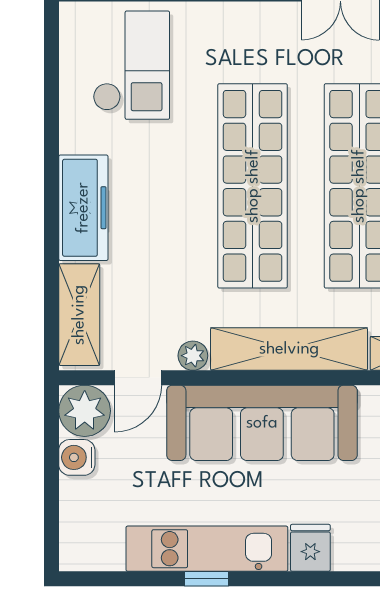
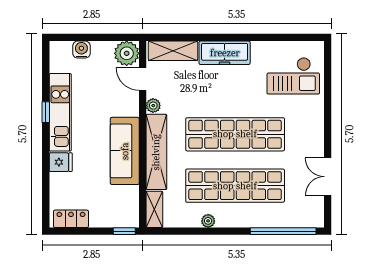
sofa: (262, 423) -> (125, 151), width x0.74, depth x0.79
water cooler: (77, 457) -> (81, 50), moved

